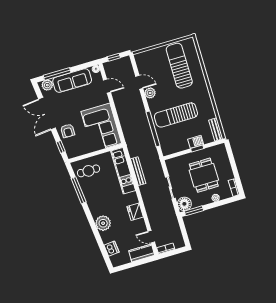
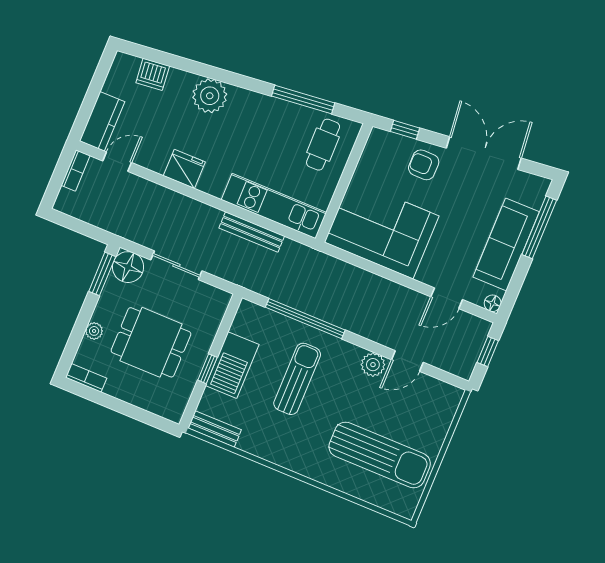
plant: (47, 85) -> (534, 194), removed
sun lounger: (176, 115) -> (297, 379), width x0.73, depth x0.75
barbecue: (196, 142) -> (232, 365), width x1.88, depth x1.53

